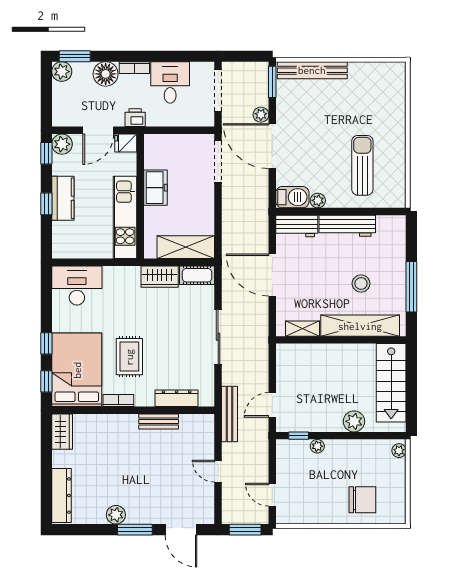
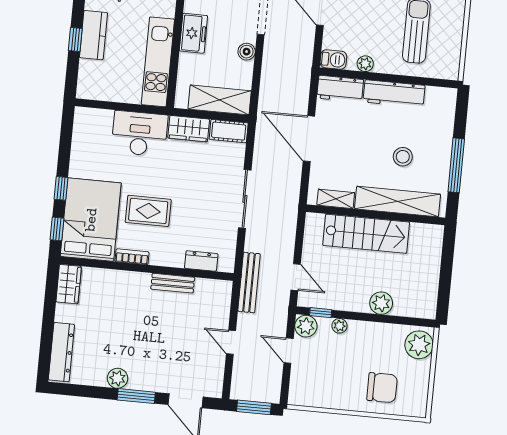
barbecue: (292, 197) -> (333, 60), width x0.73, depth x0.79
boiler: (206, 200) -> (247, 52), added
desk: (77, 285) -> (140, 134), moved
rug: (129, 357) -> (148, 211), turned 90
stairs: (391, 383) -> (366, 234), moved, turned -90
dresser: (177, 398) -> (201, 261), width x0.70
door: (272, 405) -> (296, 277), swing flipped
plant: (286, 450) -> (306, 326), added
plant: (399, 451) -> (419, 345), width x1.87, depth x1.87
door: (272, 495) -> (289, 351), moved

